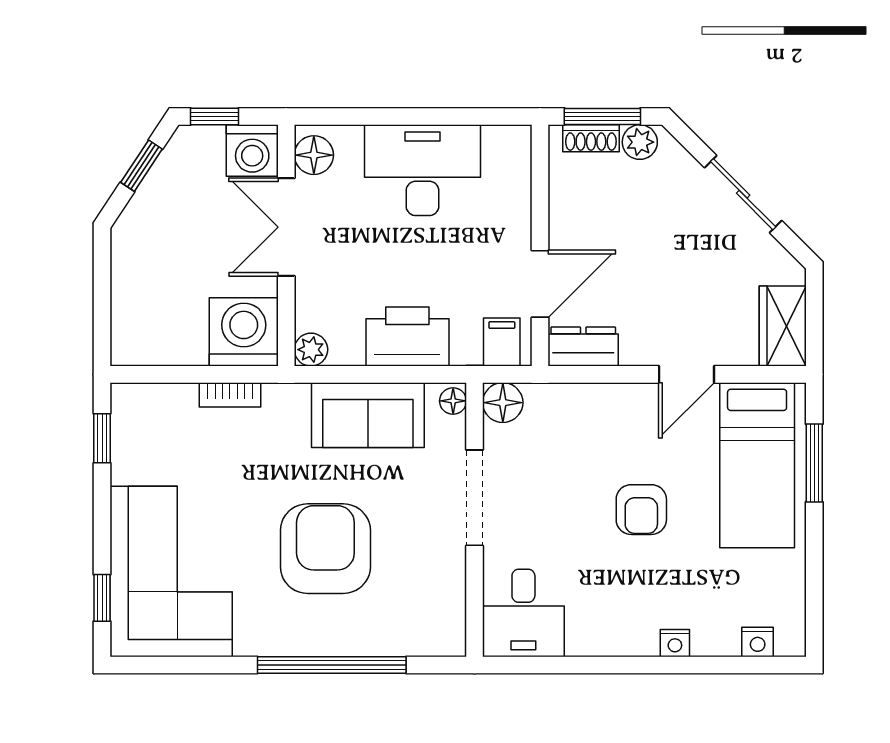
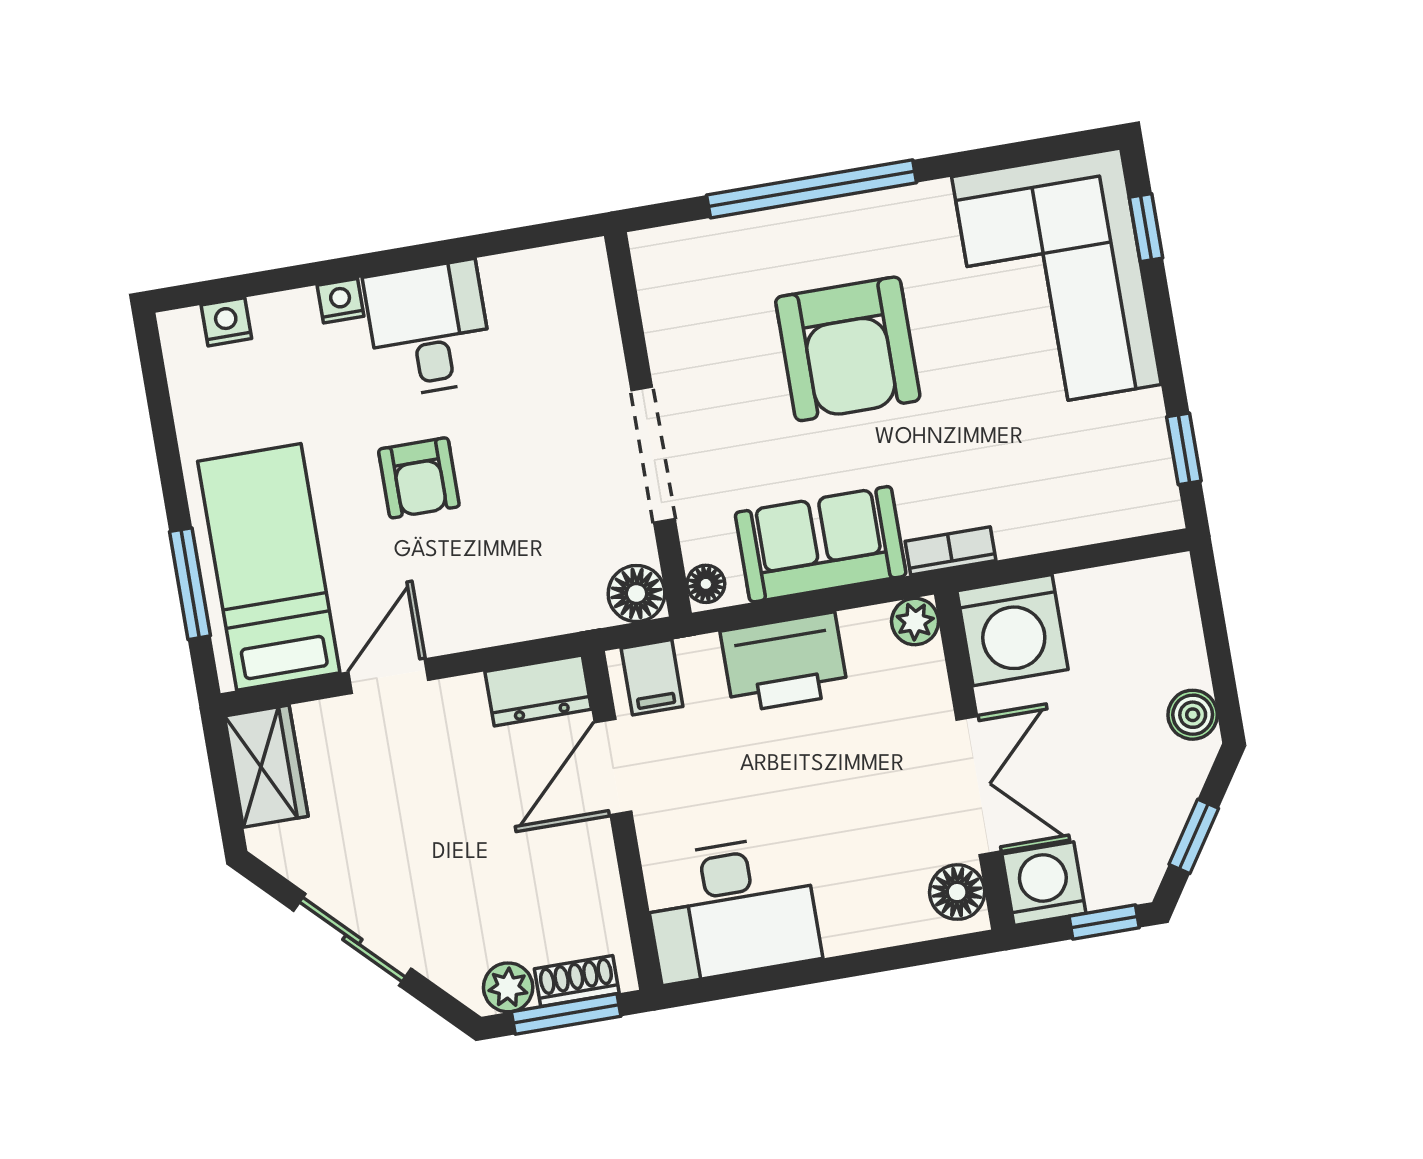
desk: (422, 170) -> (732, 909), moved
boiler: (128, 251) -> (1193, 715), added
bookcase: (230, 395) -> (950, 551), moved
armchair: (641, 510) -> (419, 478), turned 180
desk: (523, 613) -> (429, 329), moved

